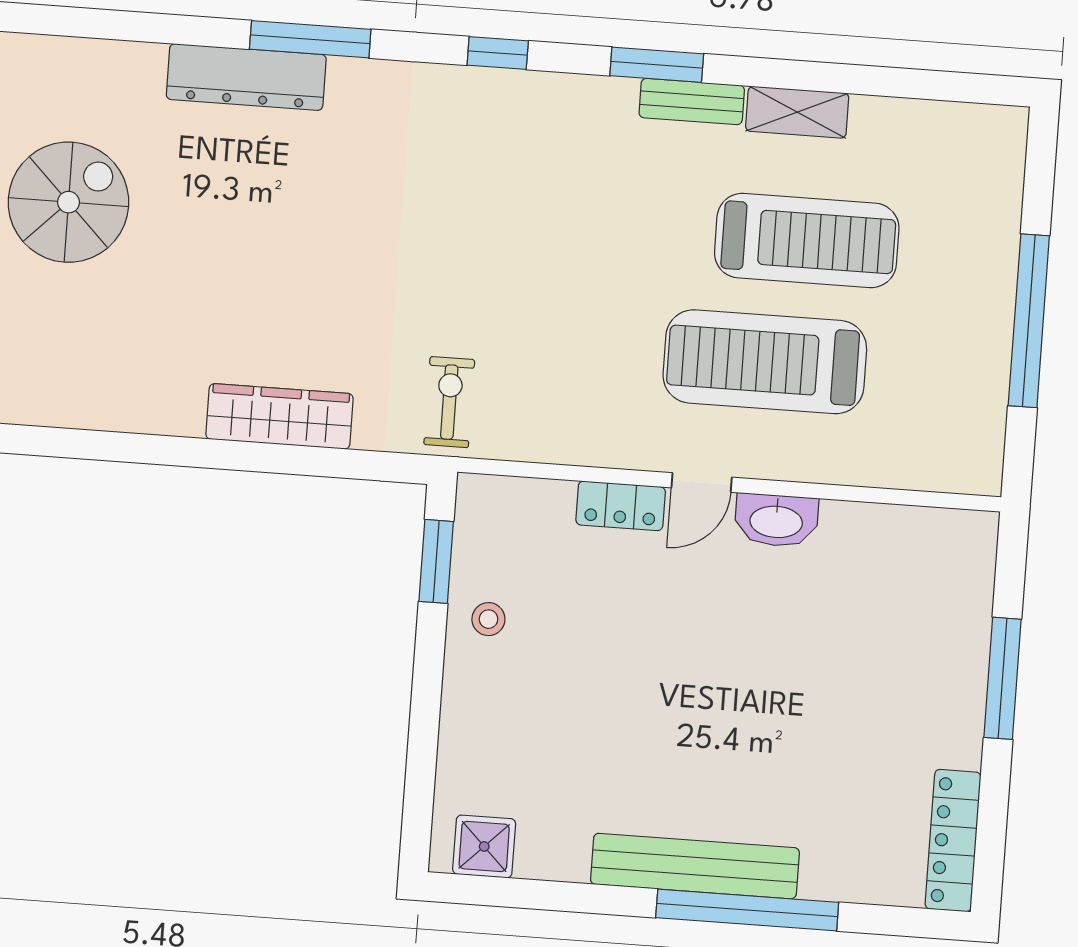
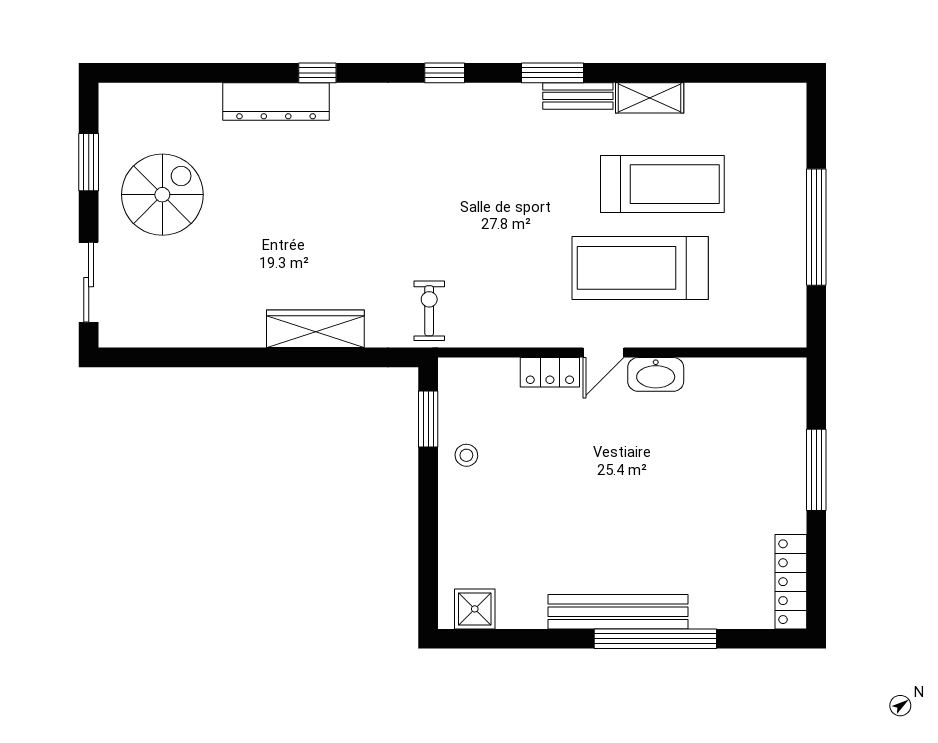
window: (310, 39) -> (317, 73), width x0.46

